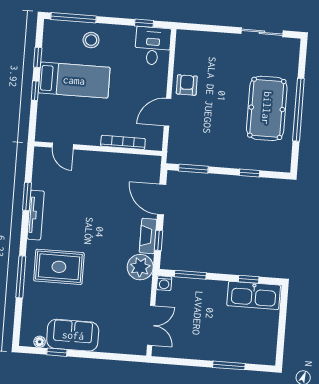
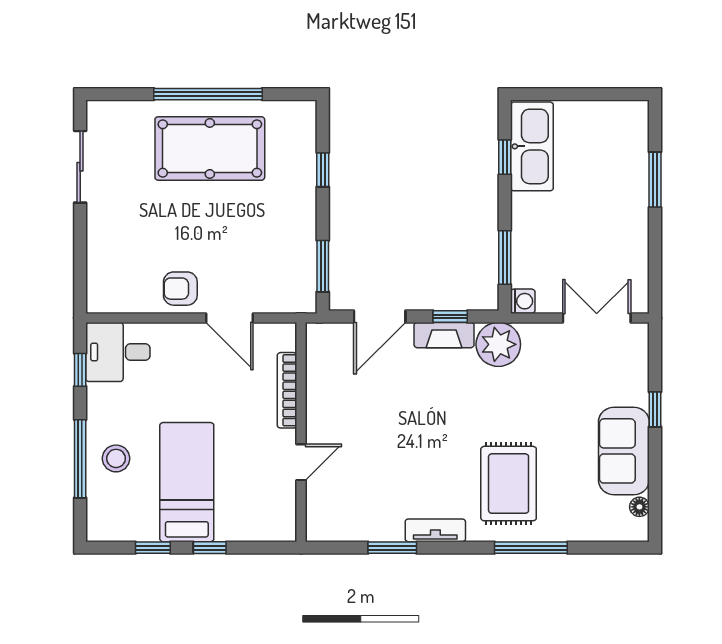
window: (73, 18) -> (80, 459), moved
door: (63, 146) -> (301, 462), moved
tv unit: (36, 215) -> (435, 530), width x0.71
window: (57, 352) -> (655, 409), moved

